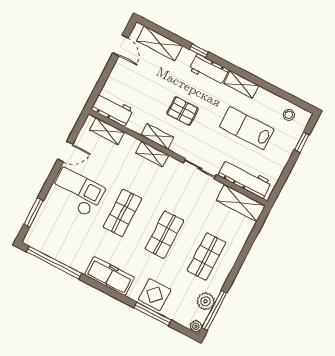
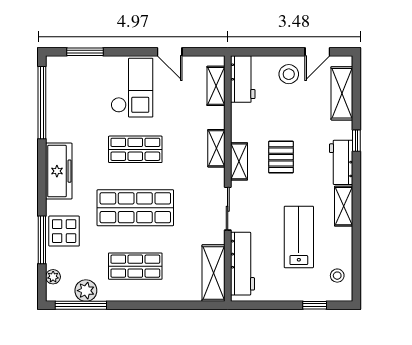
stool: (126, 74) -> (289, 74), added
shelving: (157, 136) -> (239, 161), moved
shop shelf: (164, 235) -> (135, 208), width x1.43, depth x1.36
plant: (196, 326) -> (53, 277), moved

